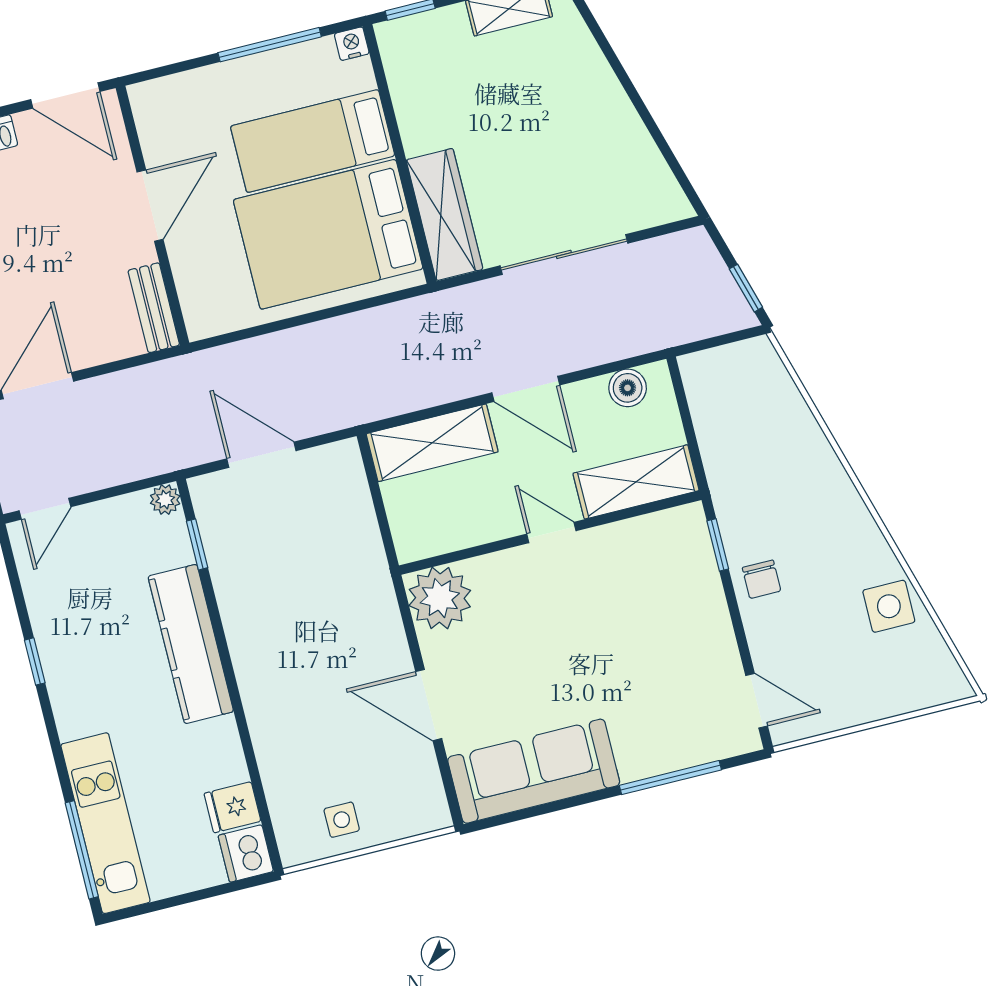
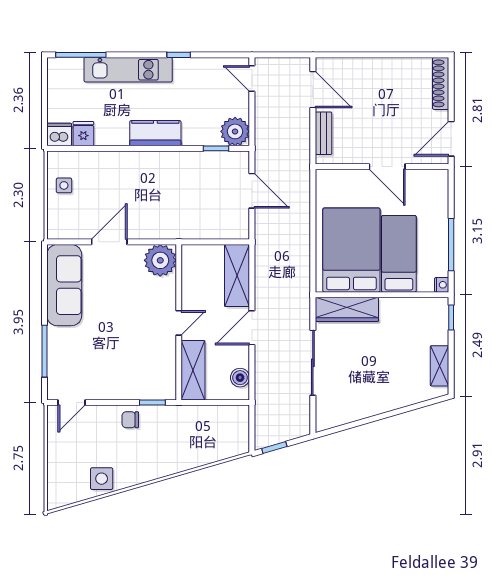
bench: (154, 308) -> (324, 133), moved, turned 90
door: (261, 455) -> (252, 191), hinge flipped
plant: (165, 500) -> (235, 131), width x1.88, depth x1.88
kitchen counter: (191, 644) -> (155, 133), width x0.67
kitchen unit: (105, 823) -> (128, 70), moved

